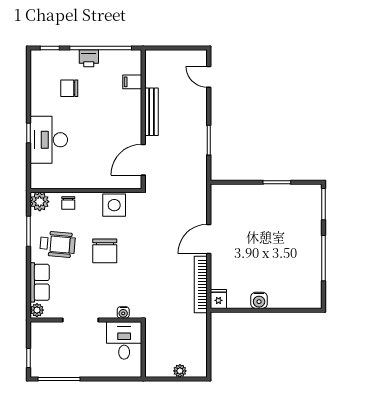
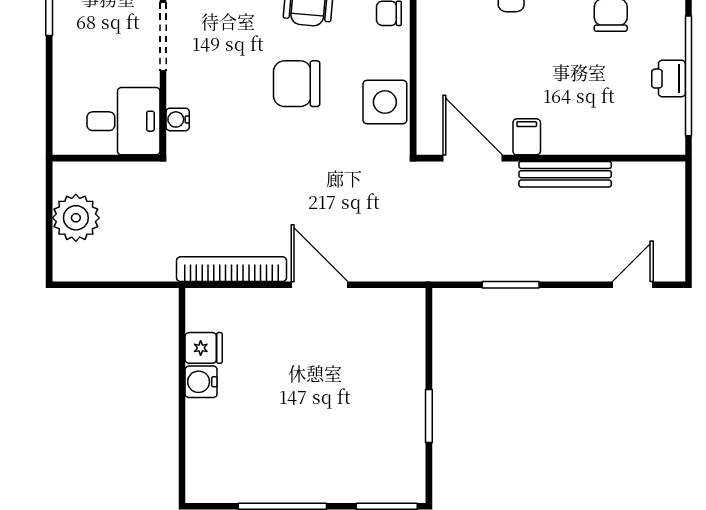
printer: (89, 58) -> (669, 79), moved
filing cabinet: (132, 82) -> (527, 137), moved
fridge: (218, 299) -> (204, 348), moved
plant: (180, 371) -> (76, 218), width x1.87, depth x1.87

